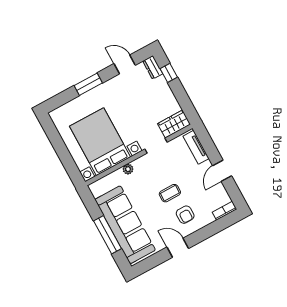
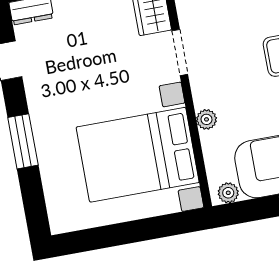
plant: (96, 191) -> (228, 193), added

